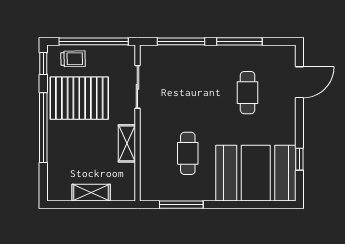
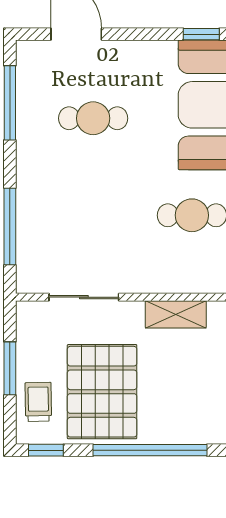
window: (94, 41) -> (10, 368), width x0.47
window: (239, 41) -> (10, 103), moved

